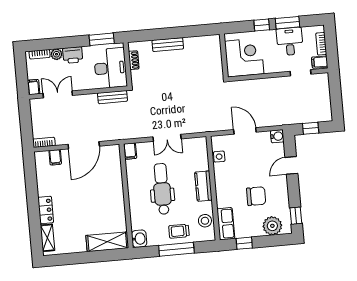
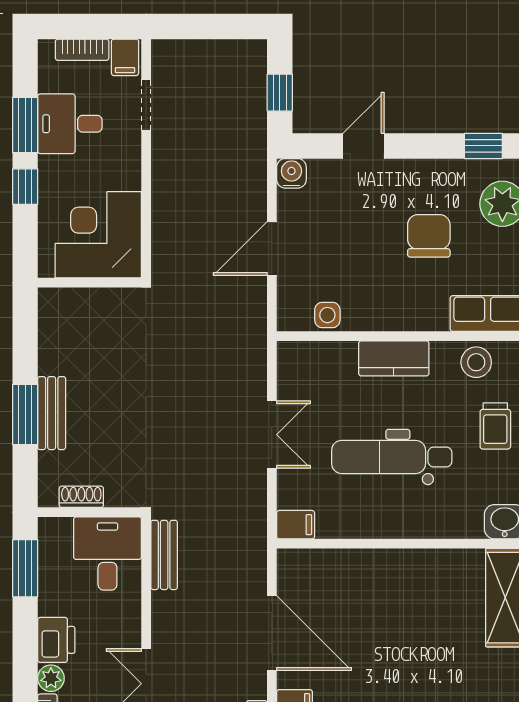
window: (166, 34) -> (25, 414), added
desk: (110, 68) -> (107, 554), width x0.73
door: (291, 165) -> (364, 146), swing flipped

